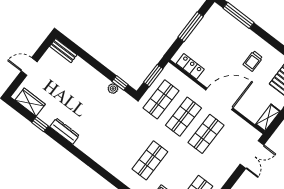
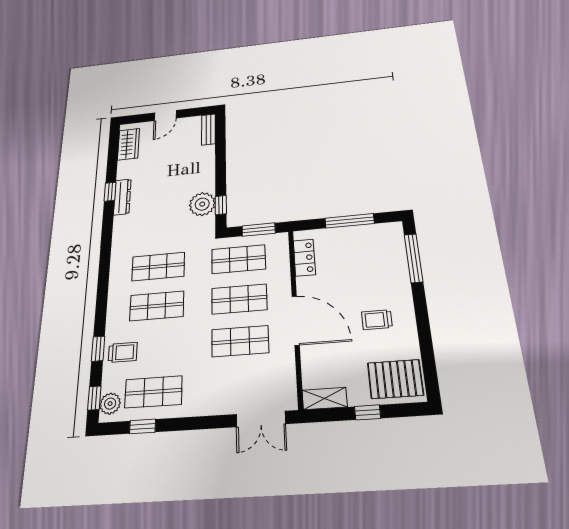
door: (29, 67) -> (165, 115), swing flipped
plant: (113, 89) -> (202, 204), width x1.87, depth x1.87
window: (40, 124) -> (110, 192), moved
shop shelf: (127, 143) -> (158, 266), added

